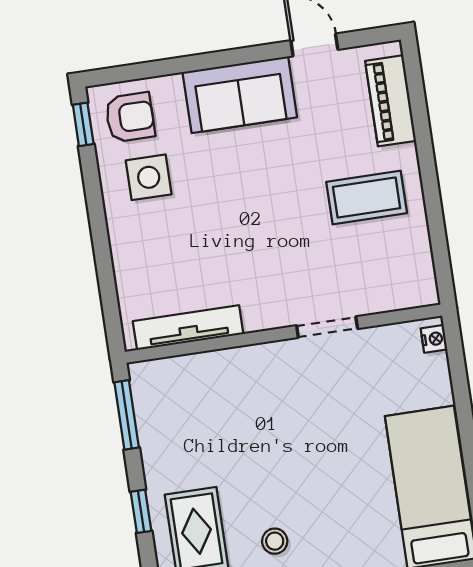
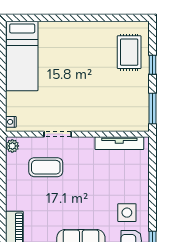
coffee table: (367, 198) -> (46, 167), moved
plant: (423, 286) -> (12, 146), added
stool: (275, 541) -> (95, 43), removed

